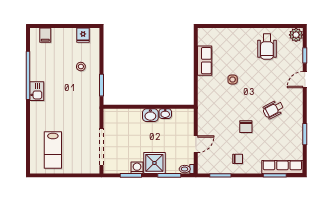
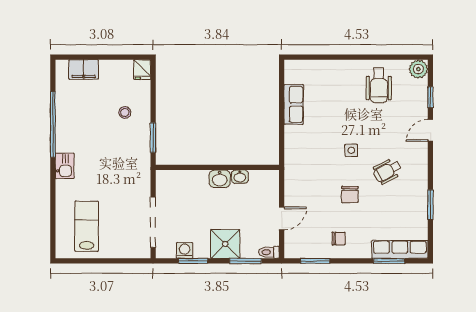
filing cabinet: (45, 35) -> (84, 69), width x2.00
fridge: (83, 35) -> (142, 70), moved
side table: (233, 80) -> (351, 150), moved
kitchen sink: (37, 91) -> (65, 166), moved
lab bench: (53, 150) -> (87, 226), turned 180
washing machine: (137, 168) -> (185, 250), moved

